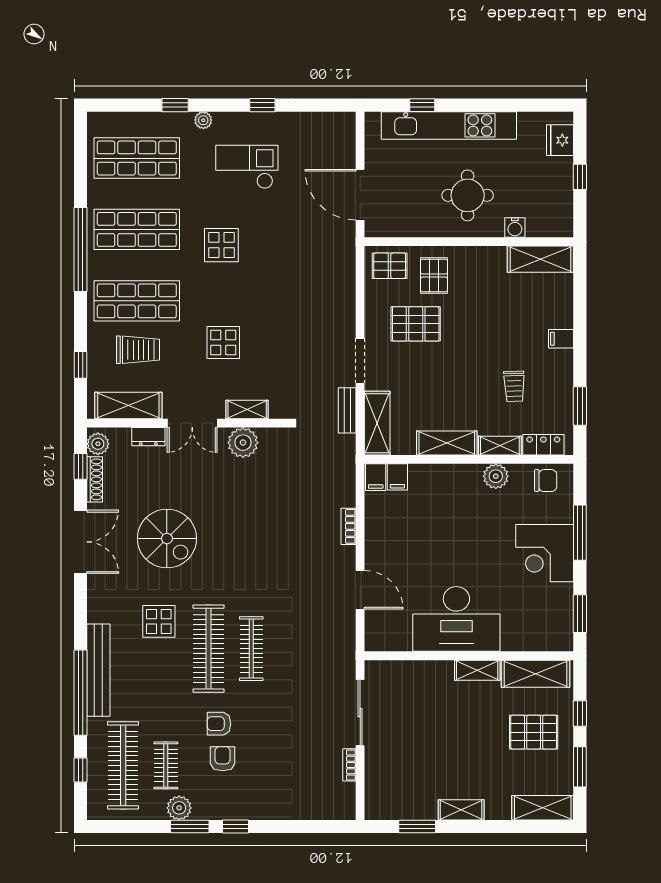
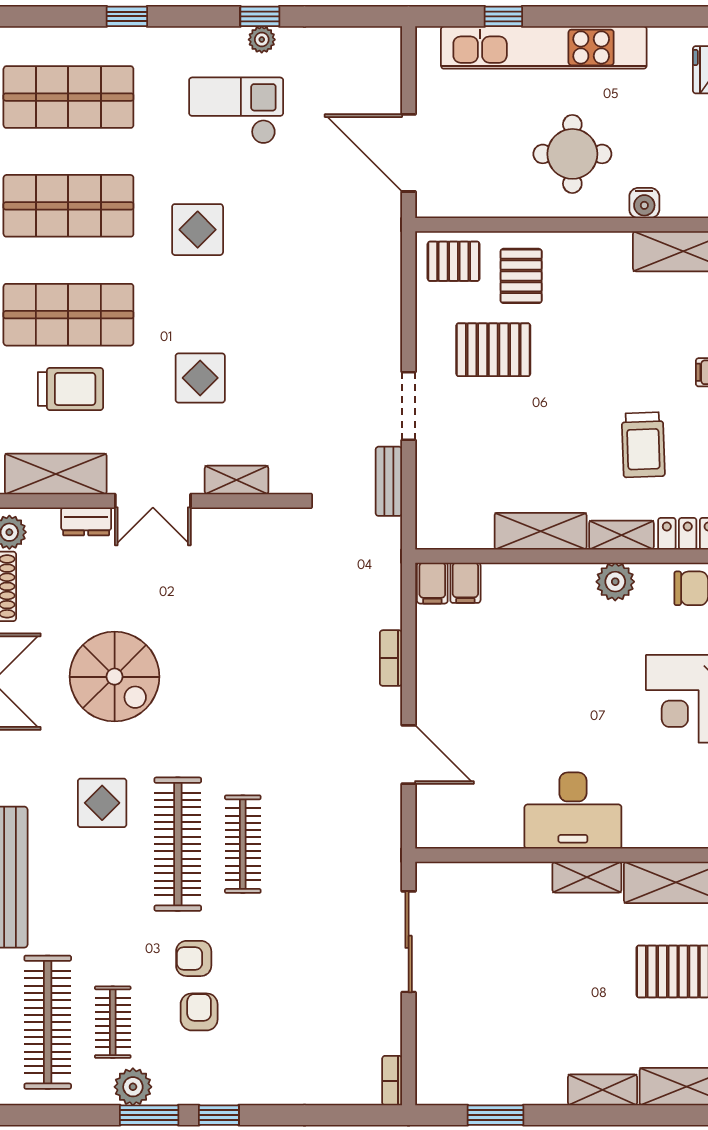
plant: (203, 120) -> (262, 40), moved
trolley: (514, 386) -> (643, 445), width x1.36, depth x1.39
shelving: (377, 423) -> (435, 501), removed
plant: (243, 443) -> (230, 530), removed
desk: (456, 619) -> (573, 811), width x0.73, depth x0.77
bookcase: (349, 765) -> (392, 1081), moved
shelving: (461, 810) -> (603, 1090), moved

